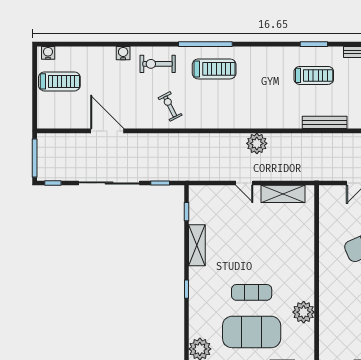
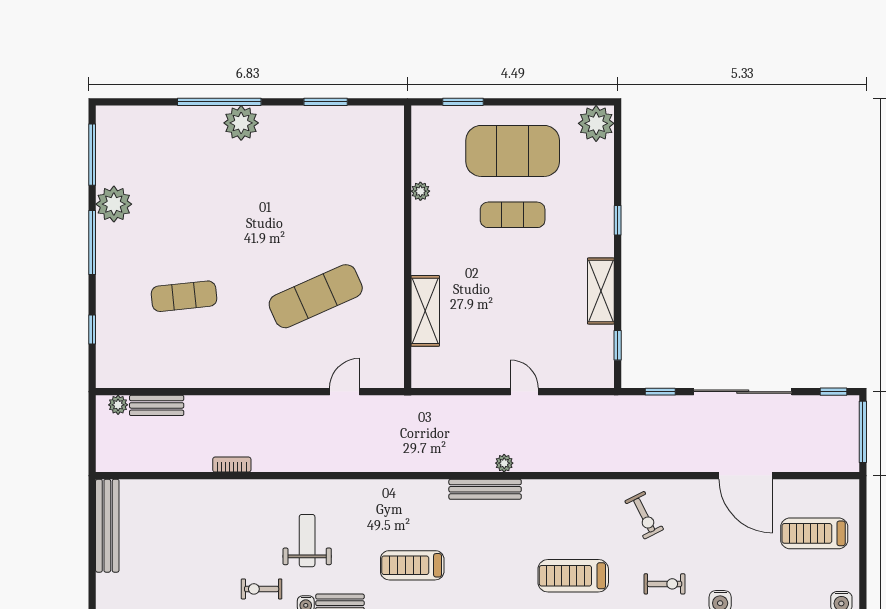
exercise bike: (158, 64) -> (665, 584), width x0.73, depth x0.72
treadmill: (59, 81) -> (814, 533), moved
bench: (325, 122) -> (485, 489), moved
plant: (257, 143) -> (504, 463), width x0.53, depth x0.53
shelving: (283, 194) -> (425, 311), moved, turned 90
plant: (304, 312) -> (420, 191), width x0.53, depth x0.53

